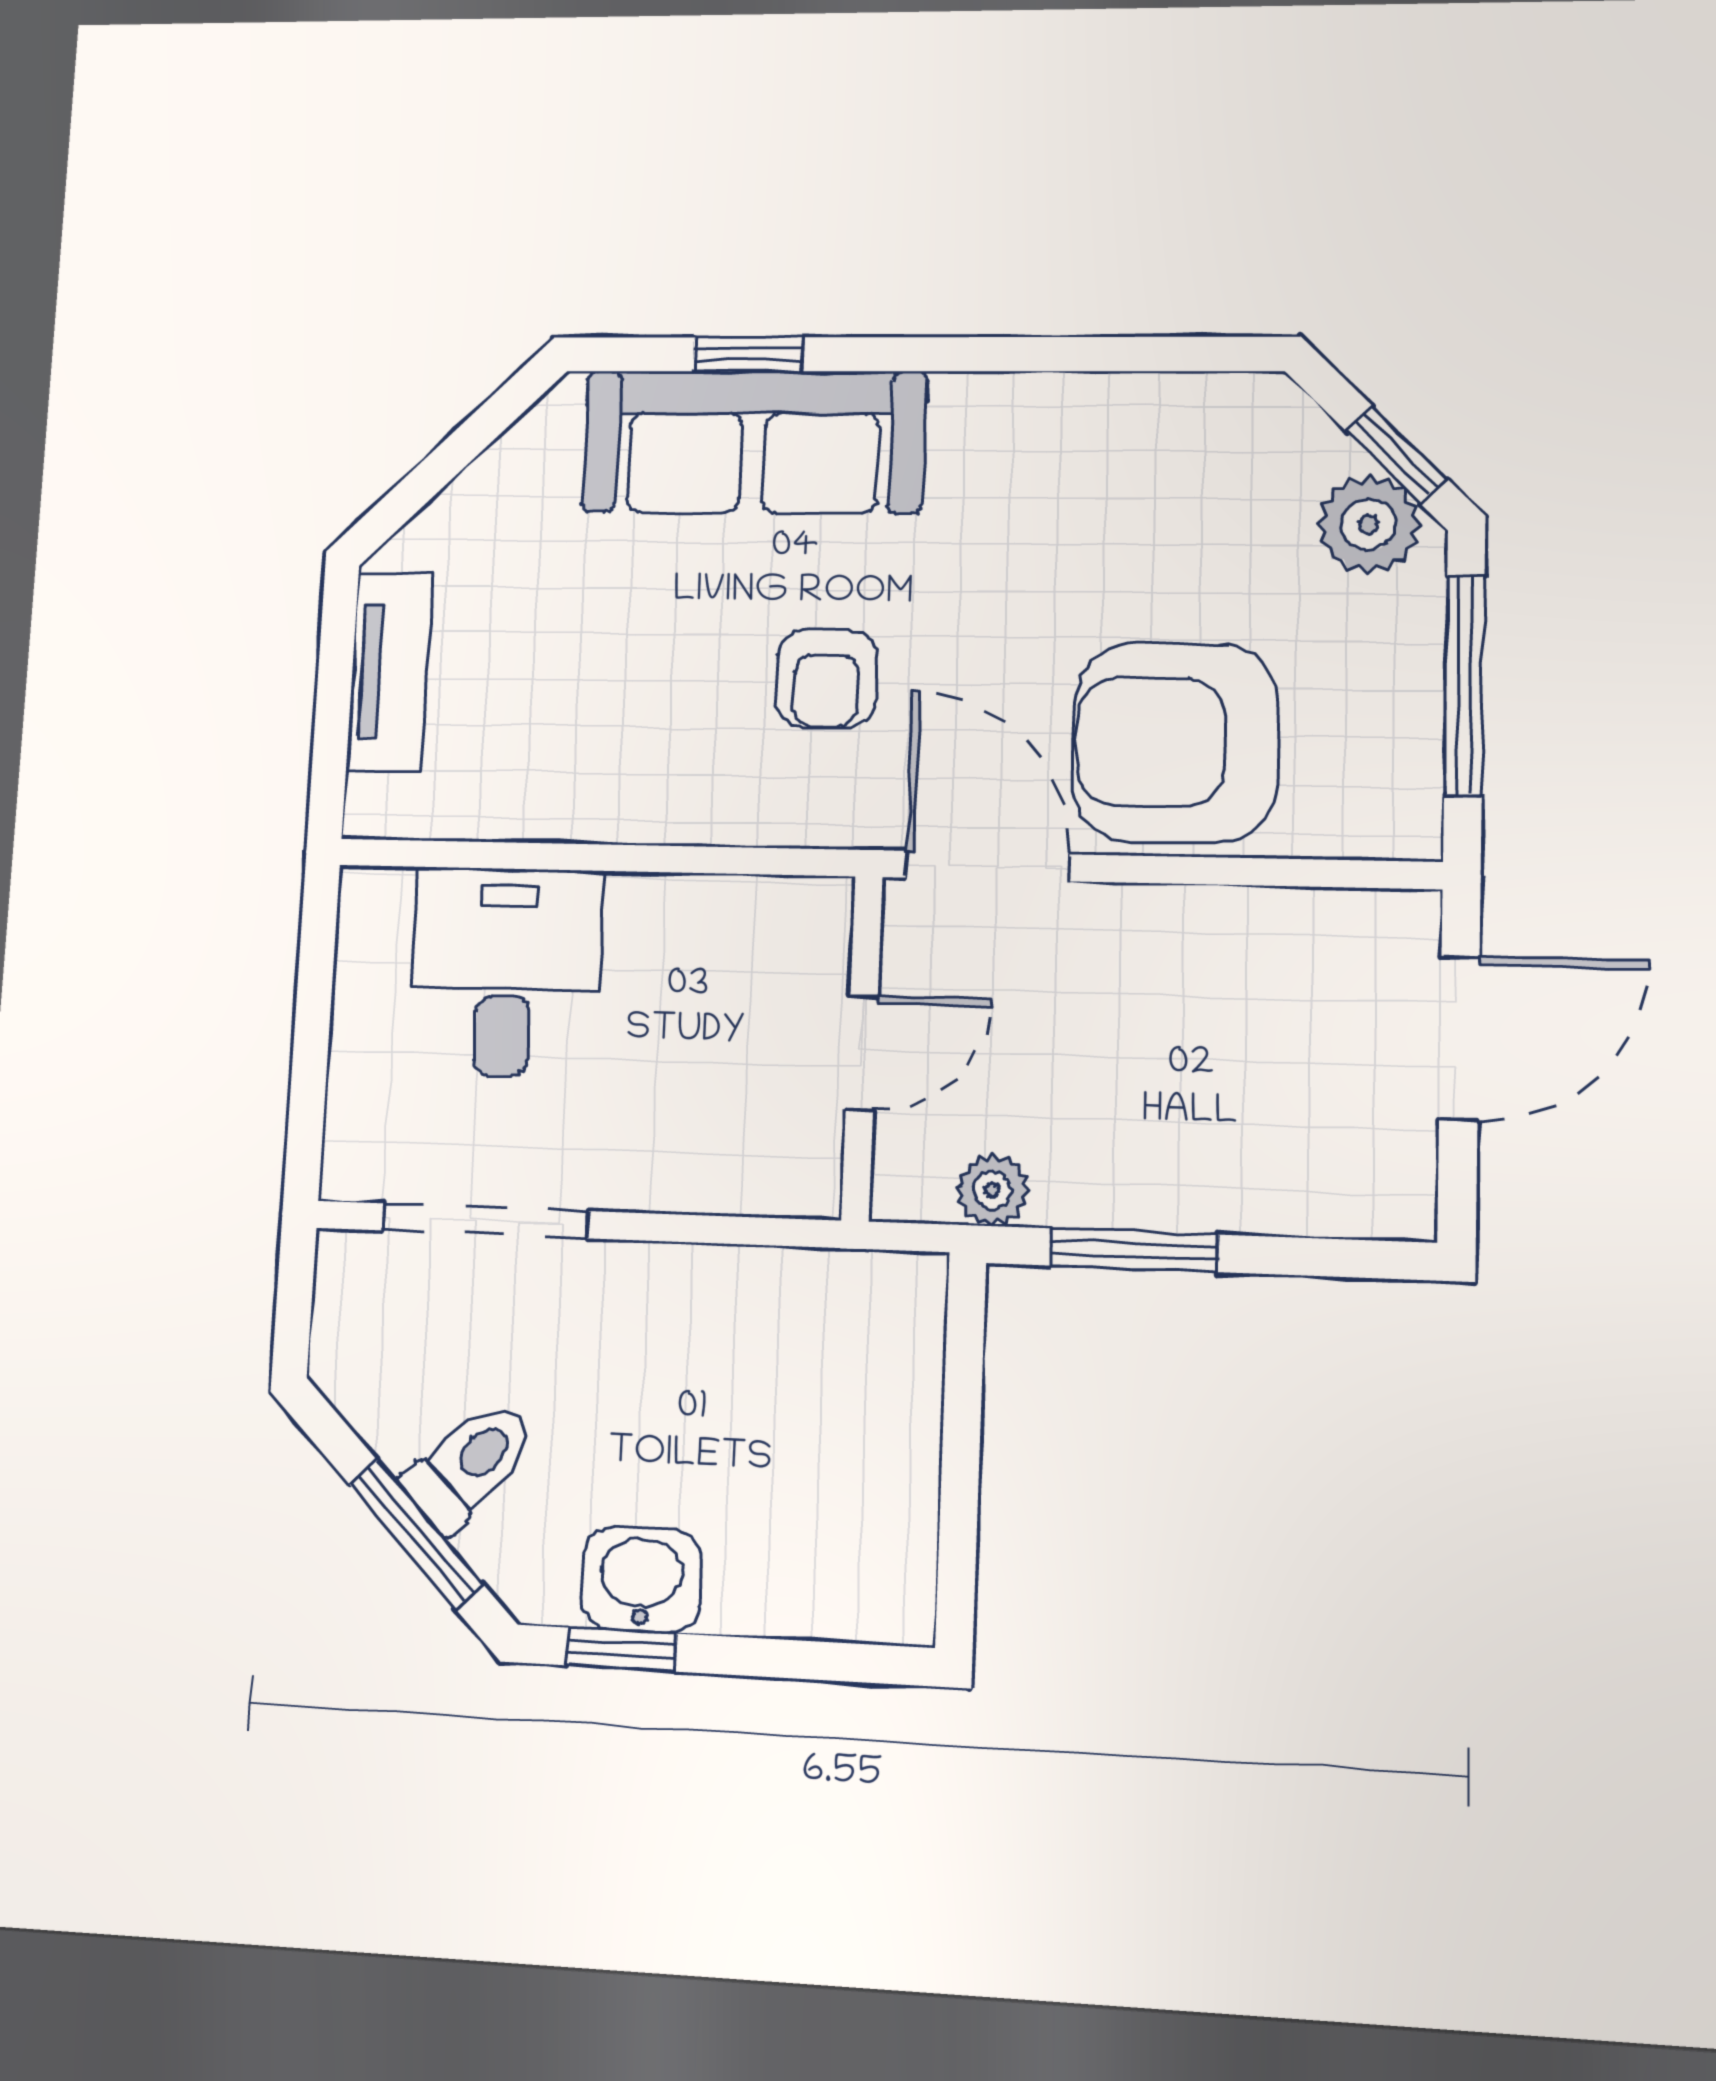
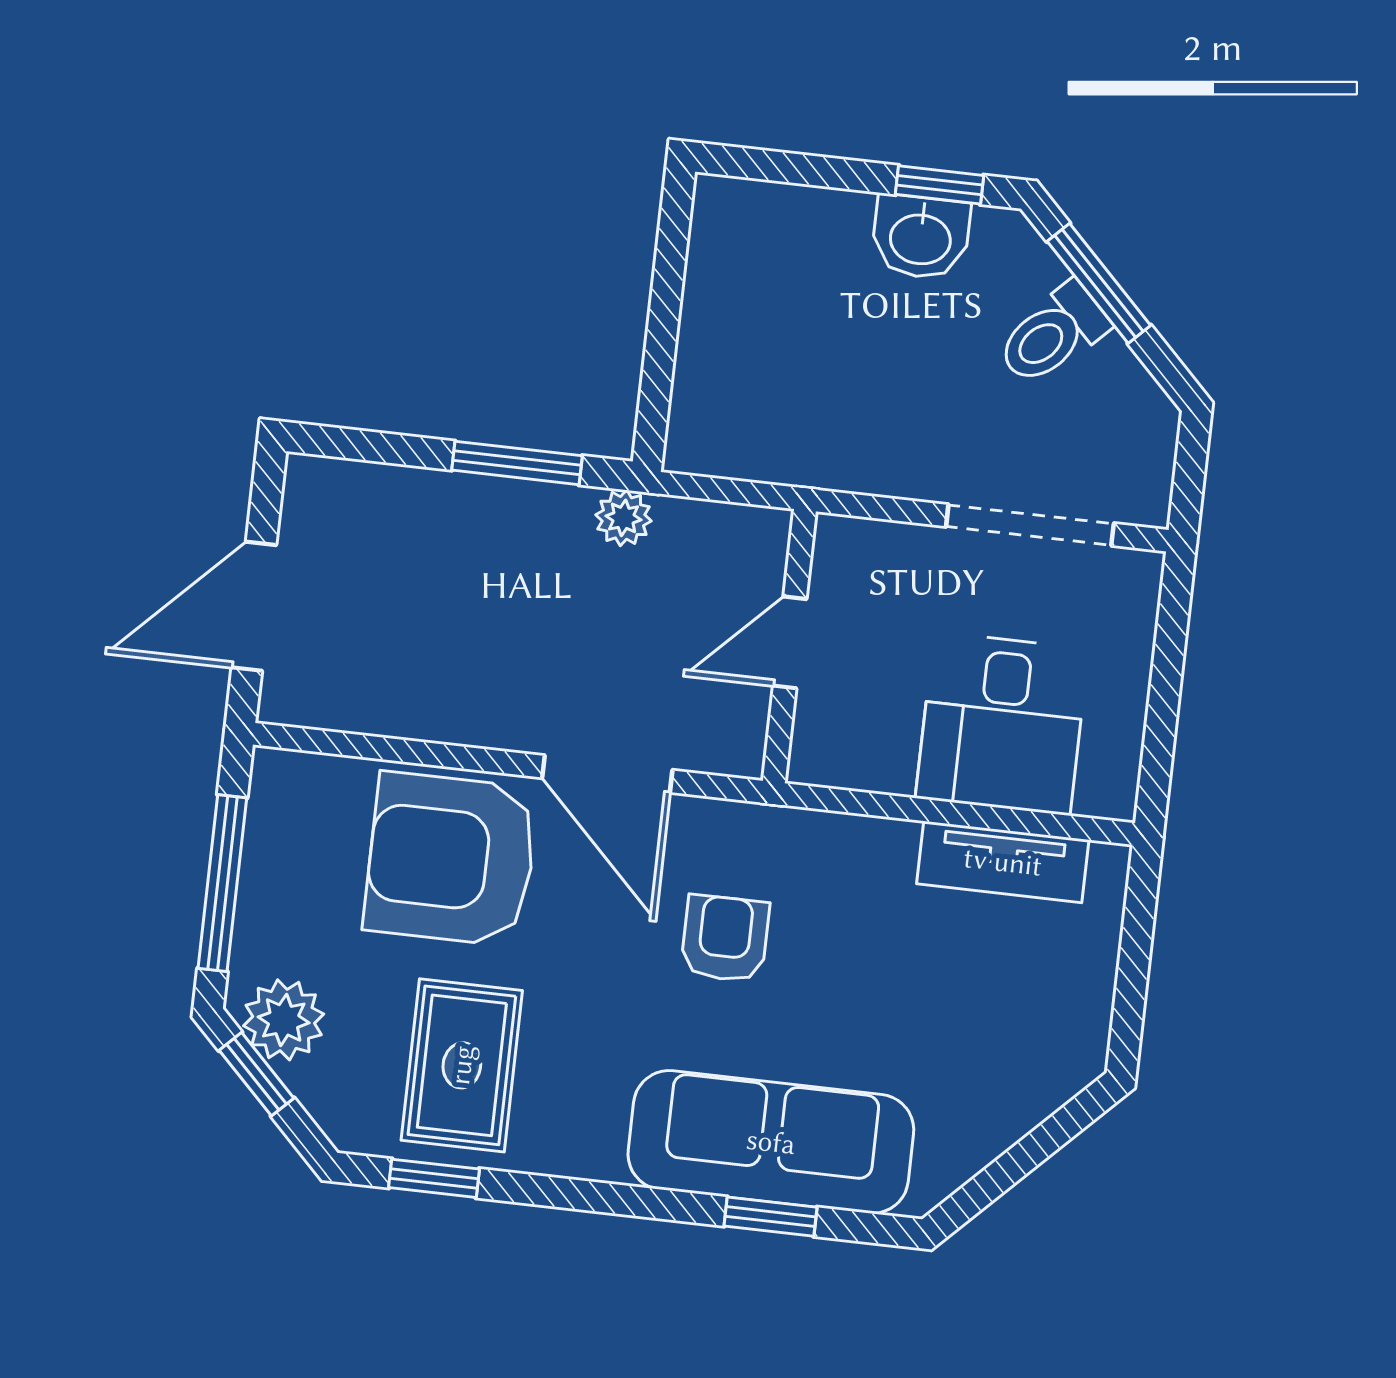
window: (1162, 354) -> (434, 1178), added
rug: (1139, 493) -> (462, 1065), added
tv unit: (390, 672) -> (1003, 862), moved, turned -90
armchair: (1175, 743) -> (451, 859), turned 180
wall: (862, 1048) -> (789, 646), moved
door: (862, 1052) -> (790, 642), moved

